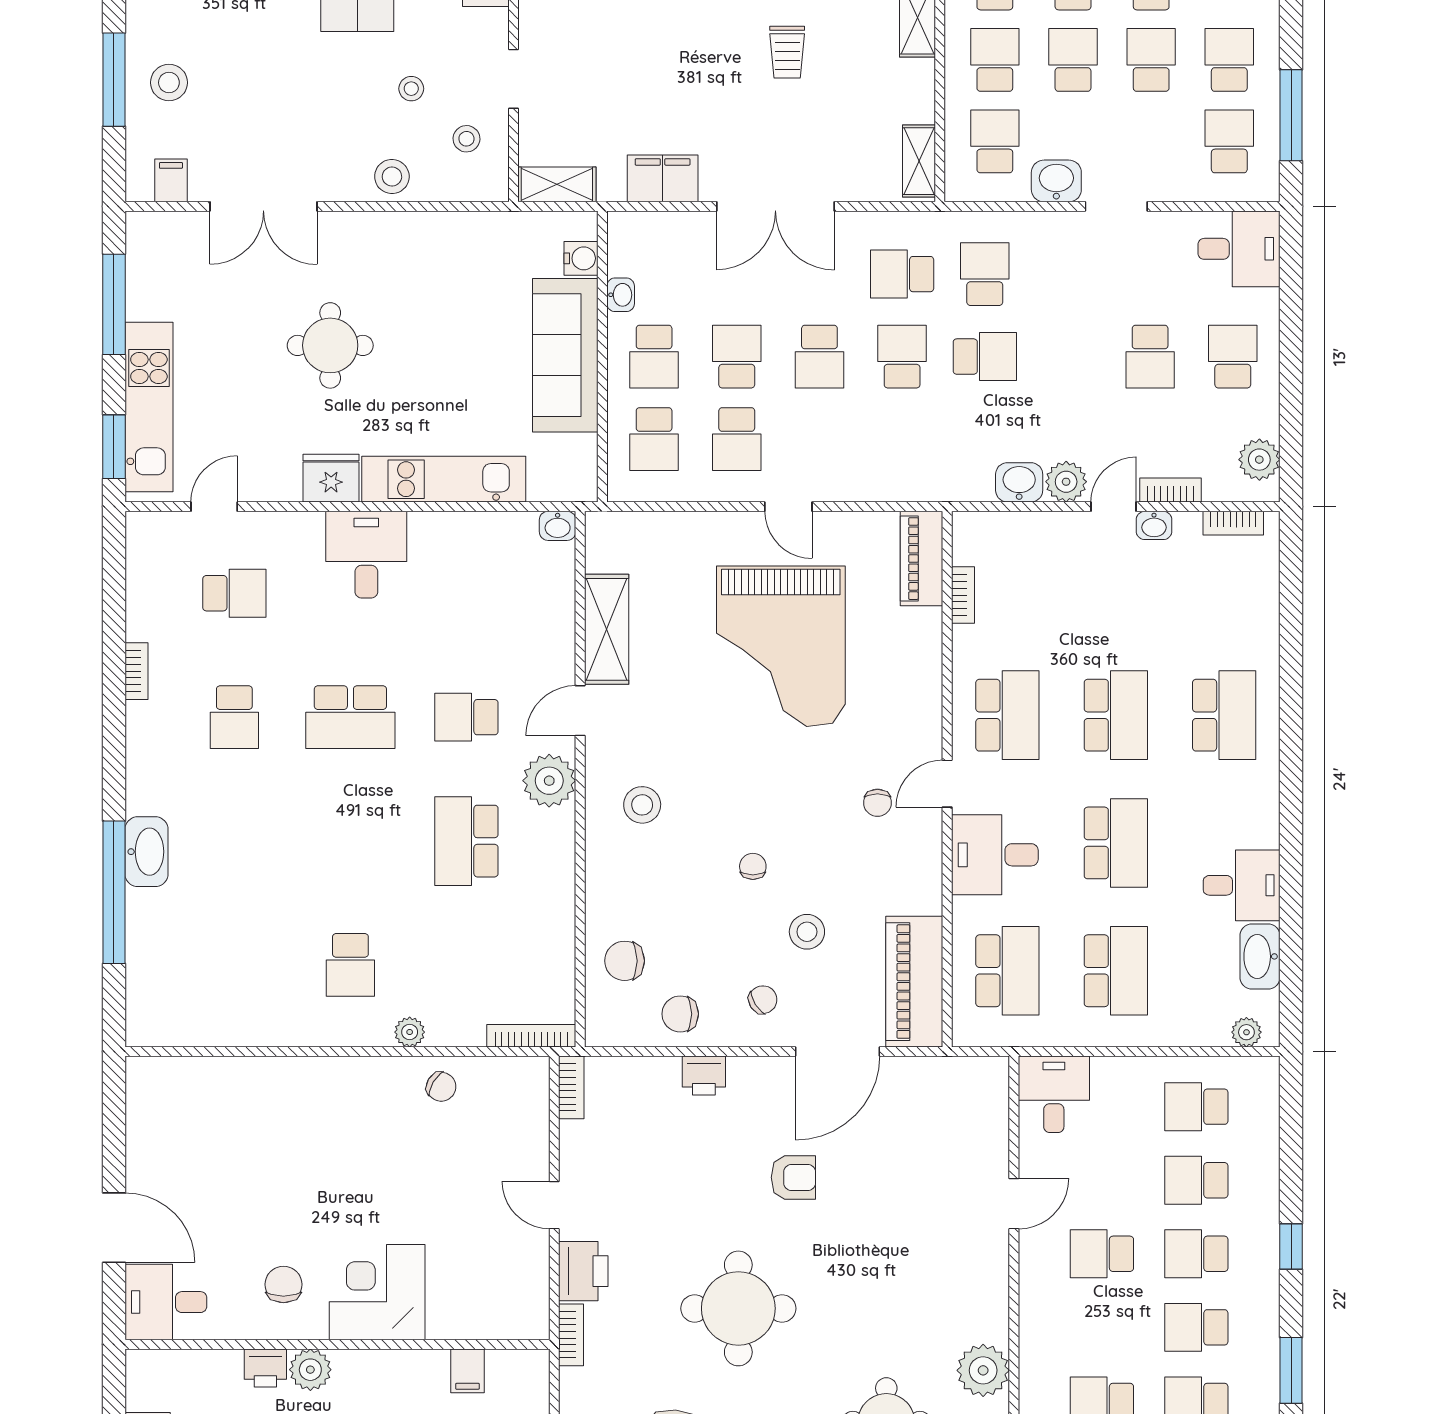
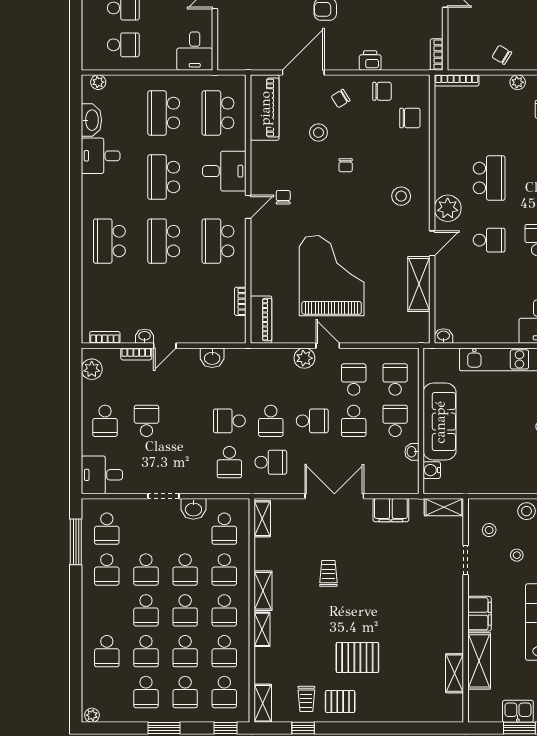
school desk: (819, 357) -> (312, 421), turned 90
plant: (1066, 482) -> (304, 358), moved

